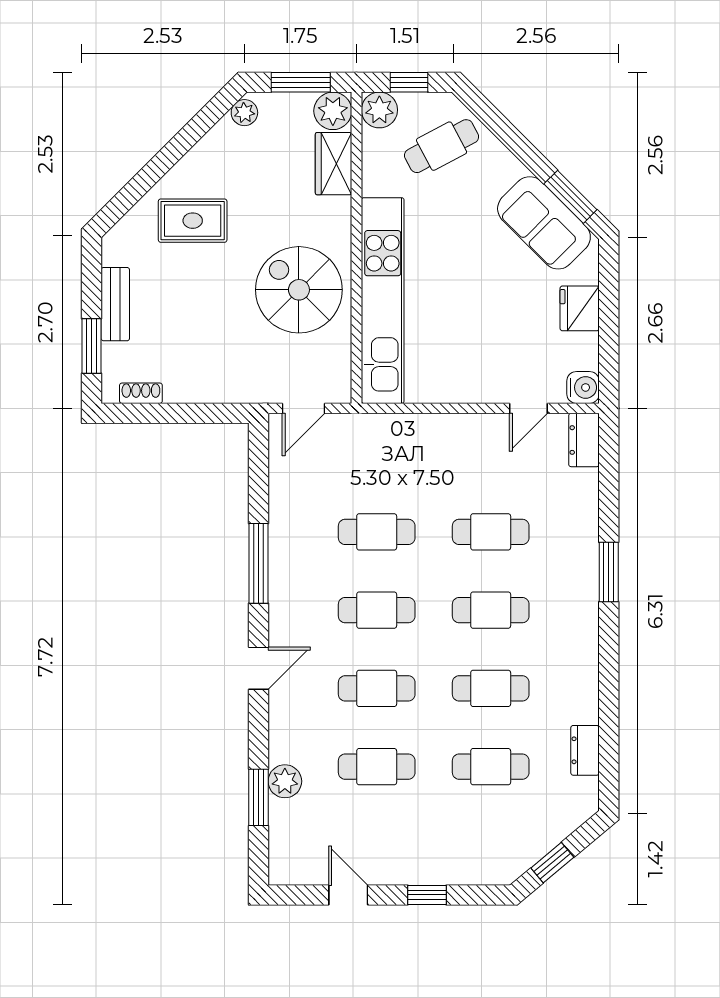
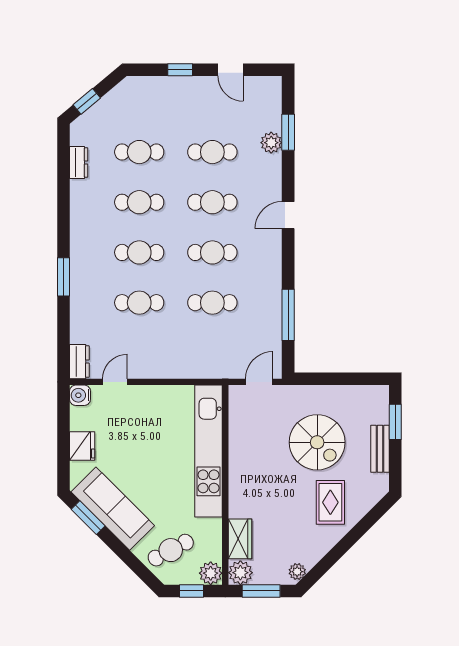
rug: (193, 221) -> (330, 502), turned 90
sofa: (544, 223) -> (113, 509), width x1.36
spiral stairs: (299, 290) -> (317, 442), moved
shoe rack: (141, 393) -> (364, 392), removed
window: (259, 563) -> (288, 315), moved
window: (552, 863) -> (87, 101), moved

